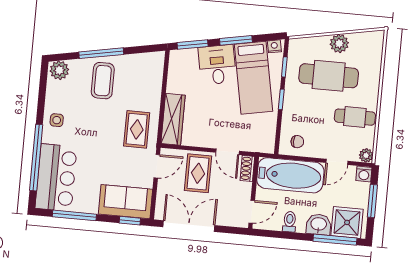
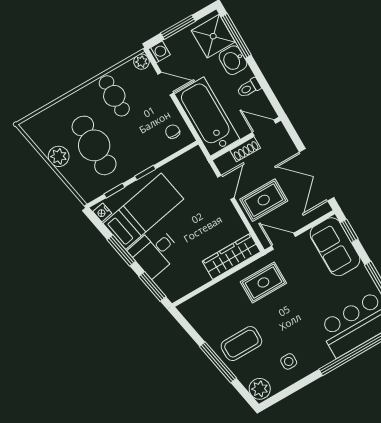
side table: (57, 120) -> (289, 361), moved
shoe rack: (247, 168) -> (245, 149), moved

